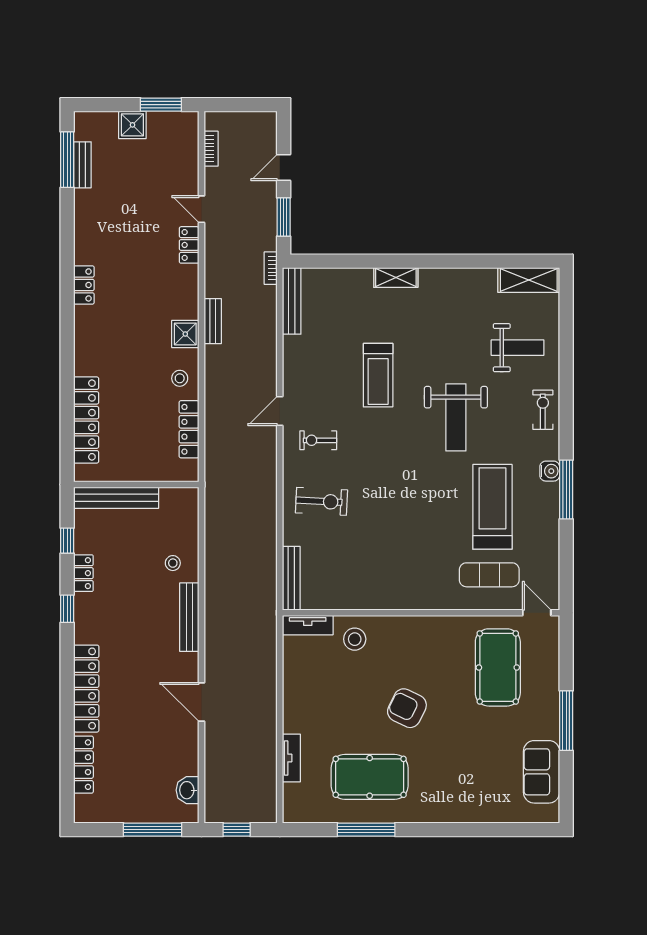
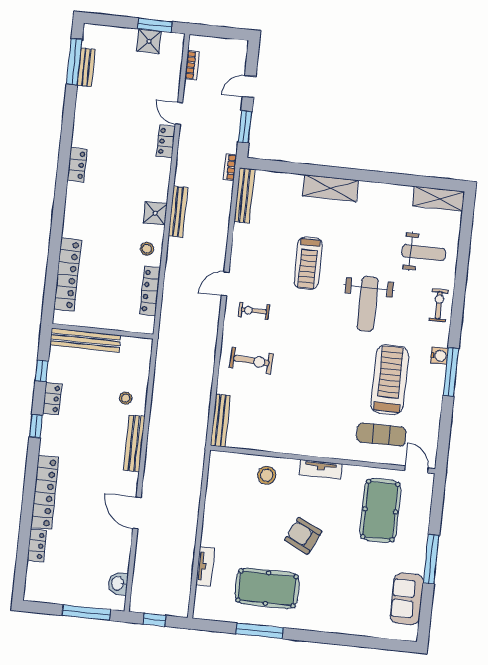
shower: (132, 125) -> (149, 41), moved
shelving: (396, 277) -> (331, 188), width x1.50, depth x1.33
bench: (213, 321) -> (178, 212), width x1.36
tv unit: (308, 625) -> (321, 469), moved
locker: (83, 765) -> (37, 546), width x0.66

